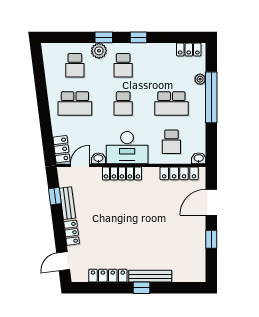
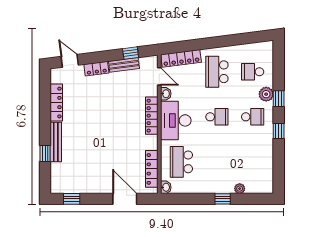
locker: (189, 50) -> (267, 178), removed
school desk: (123, 65) -> (253, 117), turned 180
window: (211, 97) -> (223, 199), width x0.32
school desk: (123, 103) -> (217, 117), turned 180
school desk: (171, 103) -> (217, 162), removed
school desk: (171, 142) -> (181, 162), width x1.85
locker: (62, 149) -> (181, 58), width x1.53
window: (211, 239) -> (72, 199), moved
window: (142, 288) -> (45, 154), moved

